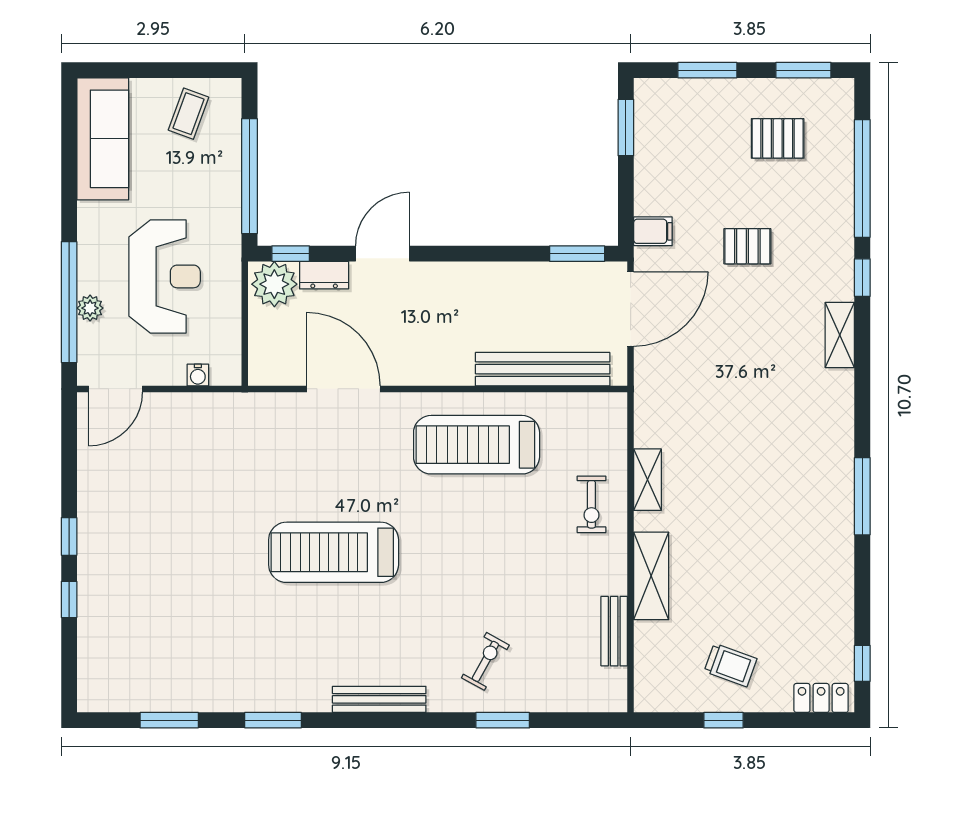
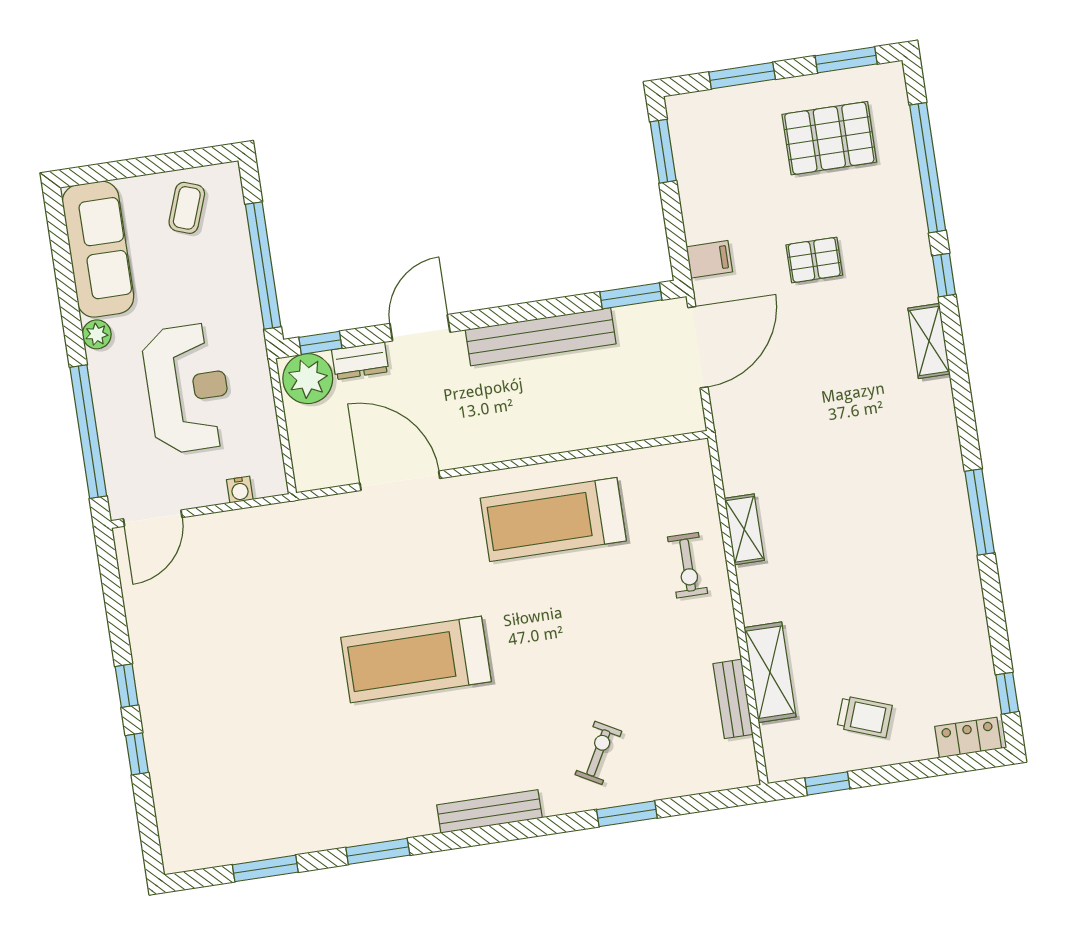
pallet: (778, 138) -> (829, 138), width x1.50, depth x1.42
plant: (90, 308) -> (97, 334), moved
bench: (543, 369) -> (541, 337), moved
shelving: (651, 576) -> (770, 672), moved
window: (723, 720) -> (827, 783), moved

